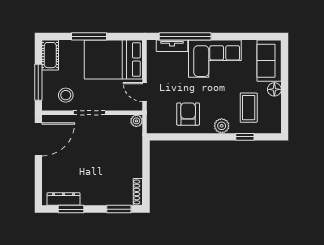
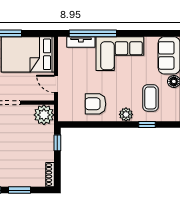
armchair: (188, 114) -> (96, 104), turned -90
plant: (136, 121) -> (44, 115), width x1.87, depth x1.87
window: (146, 157) -> (57, 143), added
window: (119, 209) -> (19, 190), moved

